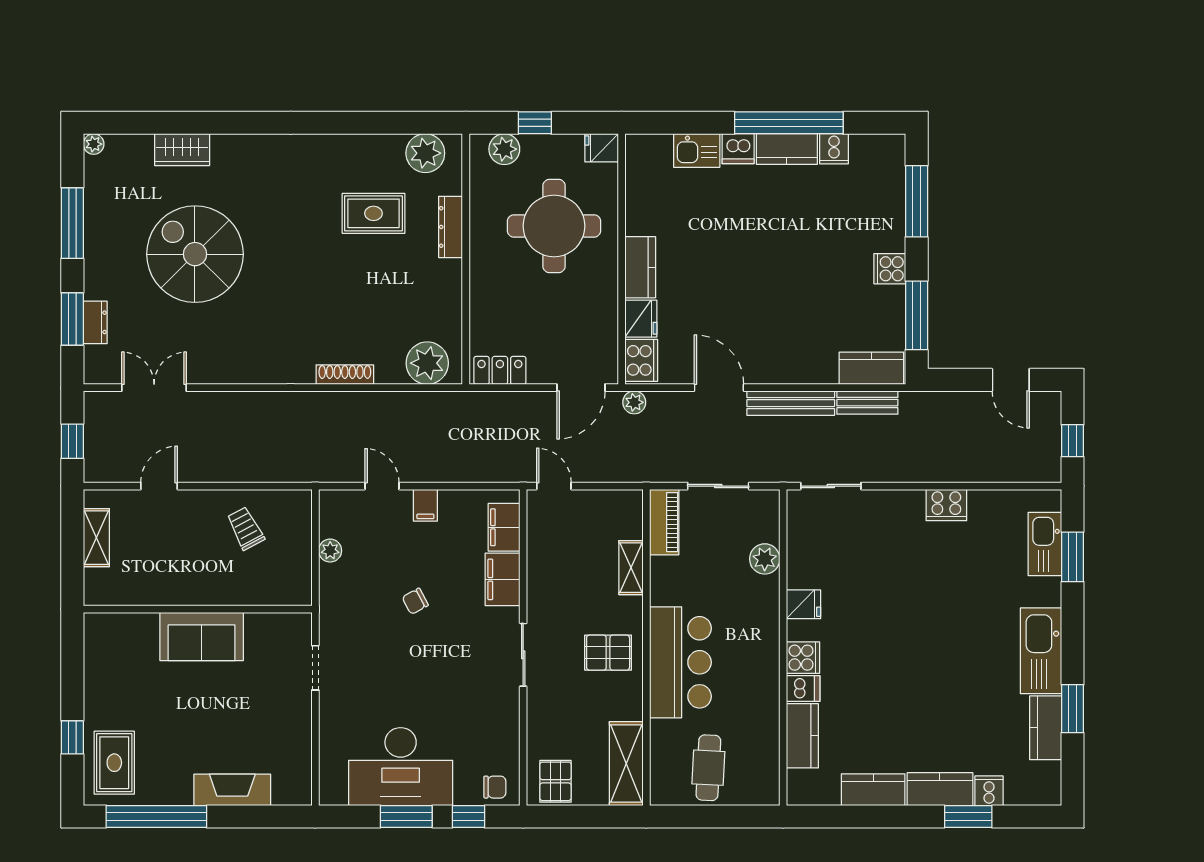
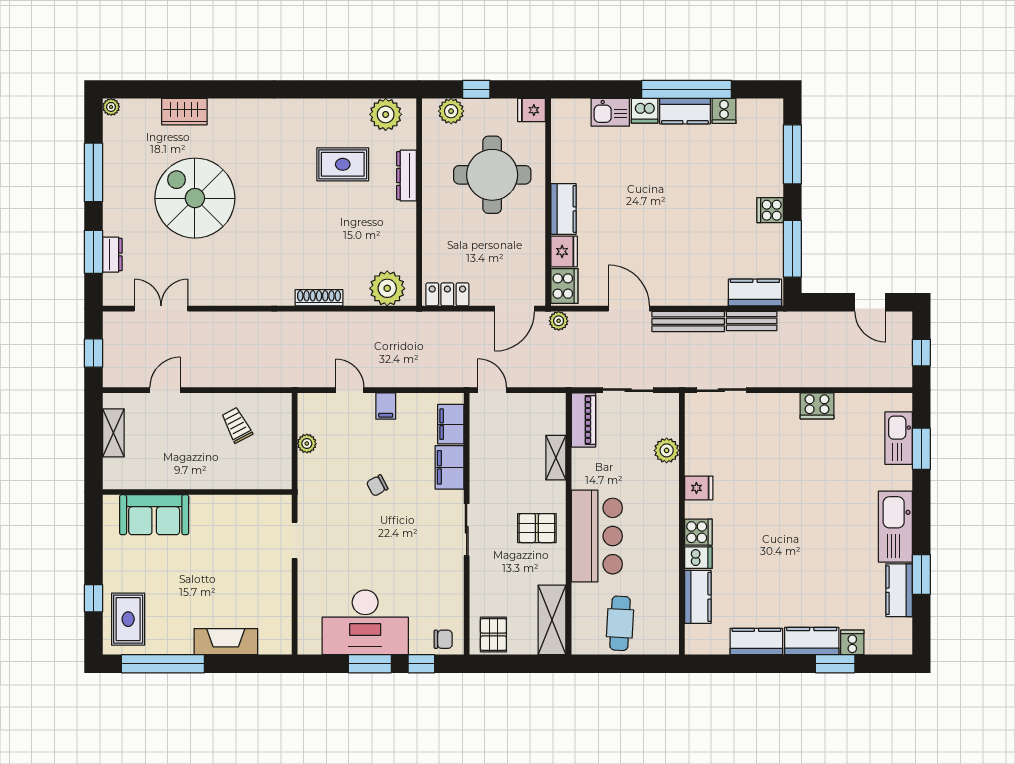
sofa: (202, 637) -> (154, 515), moved

